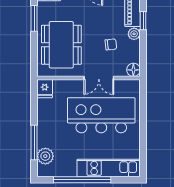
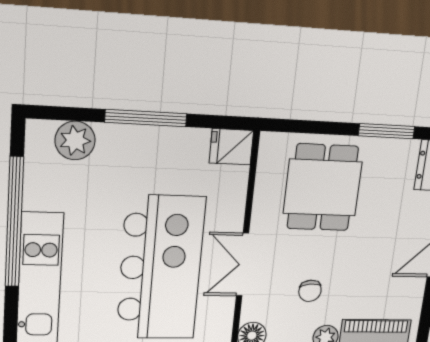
dining table: (61, 45) -> (323, 188), width x0.73
window: (34, 142) -> (146, 118), moved

